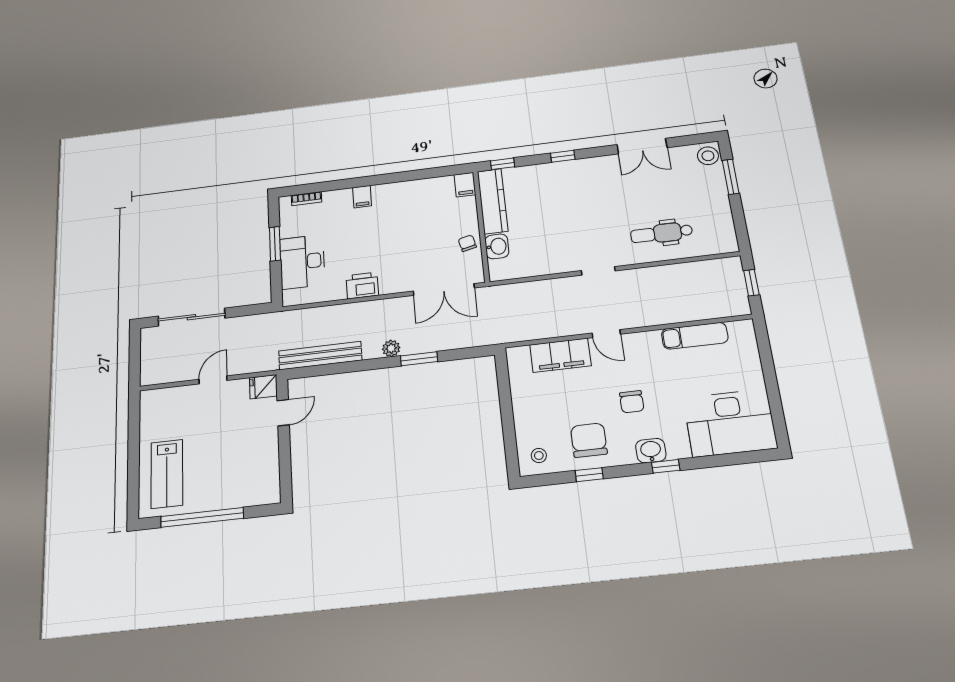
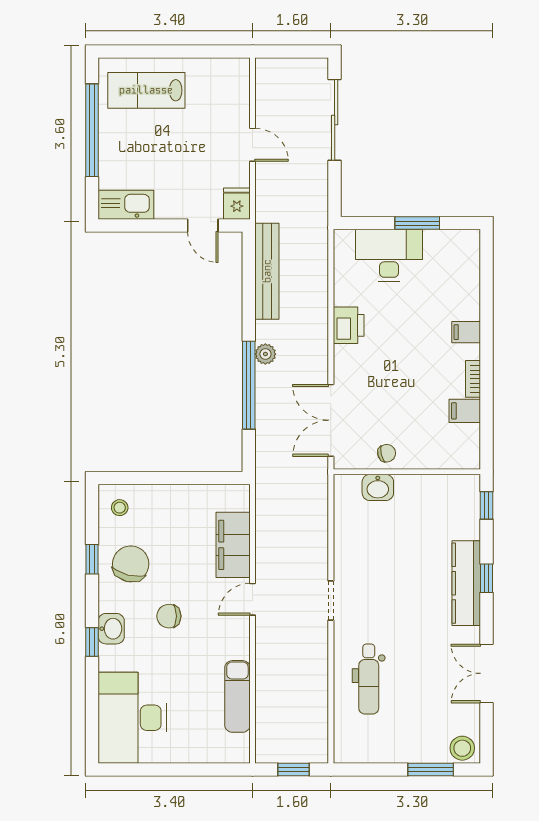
filing cabinet: (465, 185) -> (465, 411), moved
bookcase: (306, 199) -> (473, 379), moved
kitchen counter: (493, 201) -> (466, 583), moved, turned 90
dental chair: (661, 233) -> (369, 679), turned 180
window: (419, 359) -> (249, 385), width x2.11
chair: (589, 440) -> (131, 564), turned -76
kitchen sink: (267, 480) -> (126, 205), added

